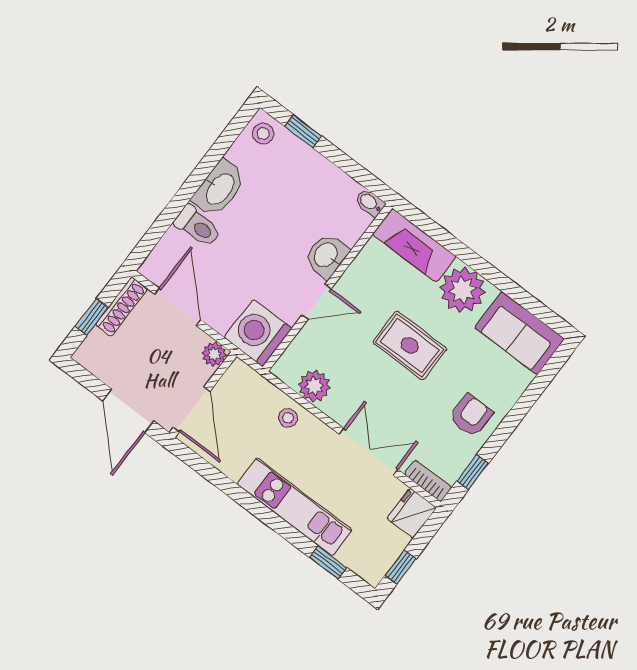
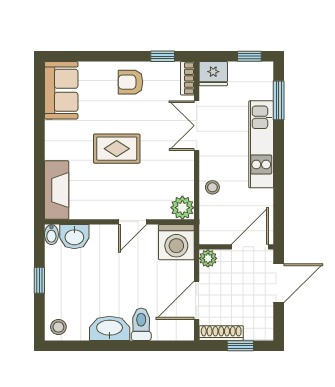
window: (303, 131) -> (39, 280), moved
washbasin: (326, 255) -> (74, 237), moved
plant: (463, 290) -> (61, 142), removed
door: (316, 302) -> (133, 222), swing flipped
rug: (410, 345) -> (117, 149), turned 90
plant: (314, 386) -> (182, 208), moved
window: (328, 562) -> (279, 100), width x1.50

